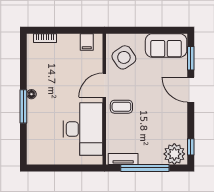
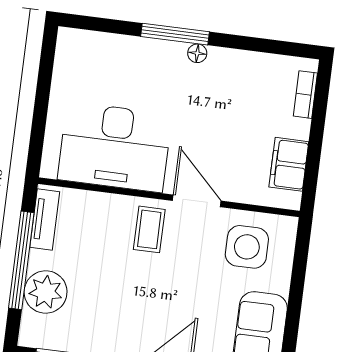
filing cabinet: (87, 42) -> (289, 164), width x2.00
side table: (124, 57) -> (247, 247), turned 34
plant: (174, 154) -> (46, 292), moved

